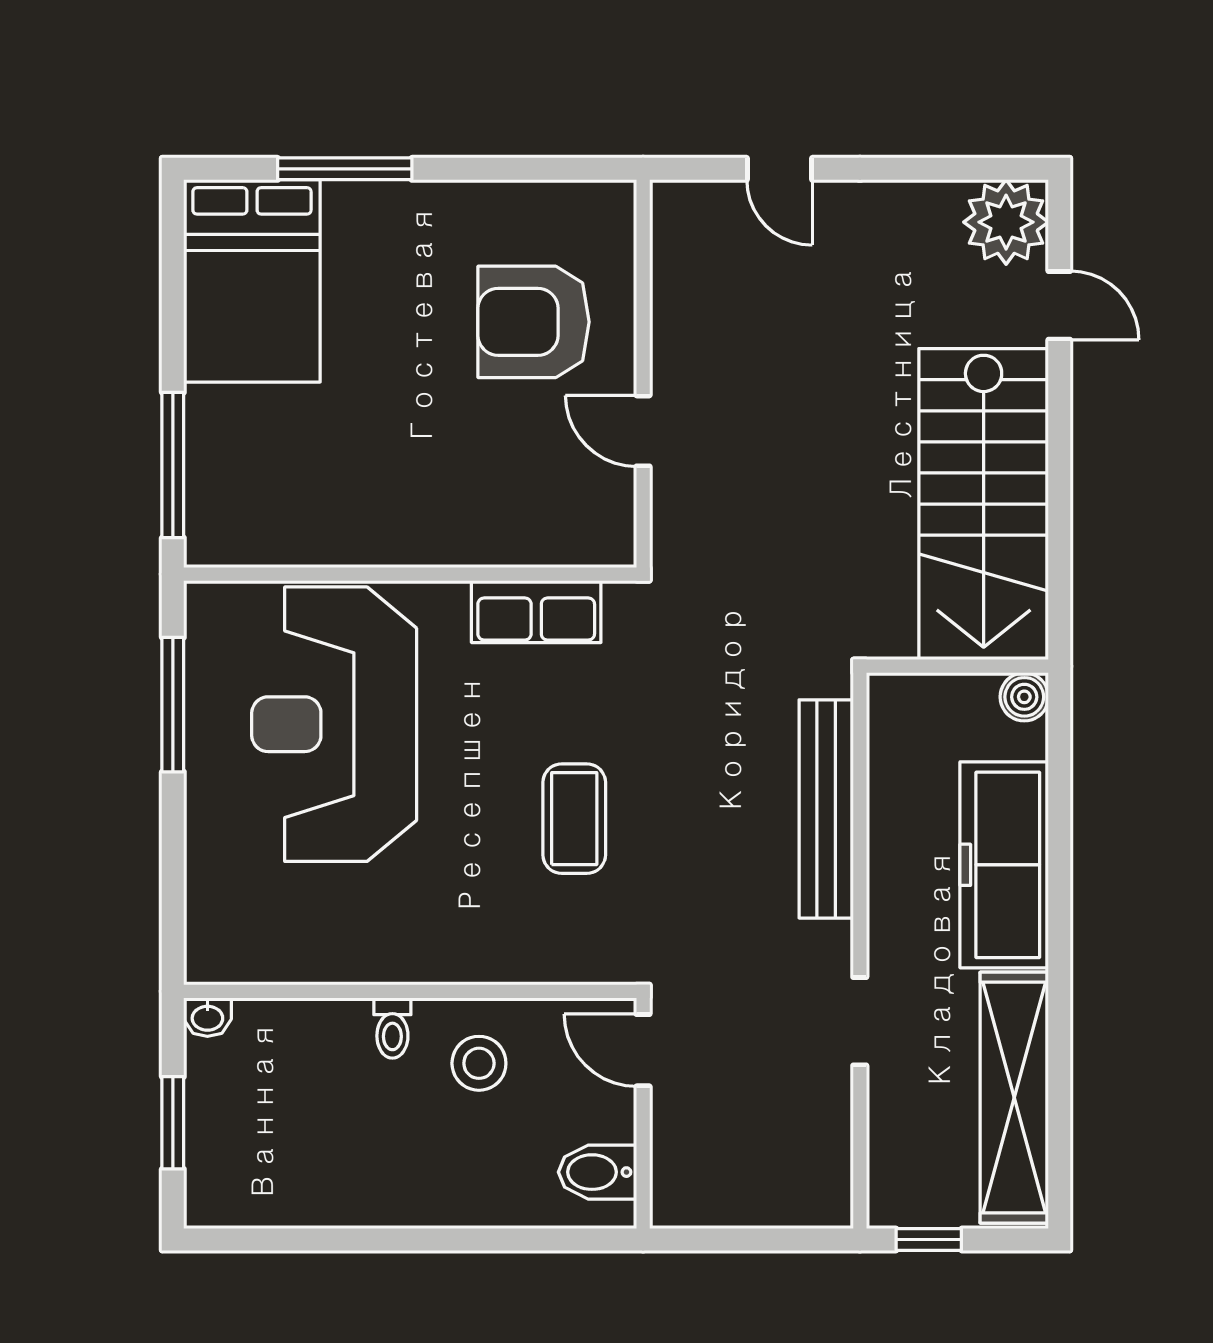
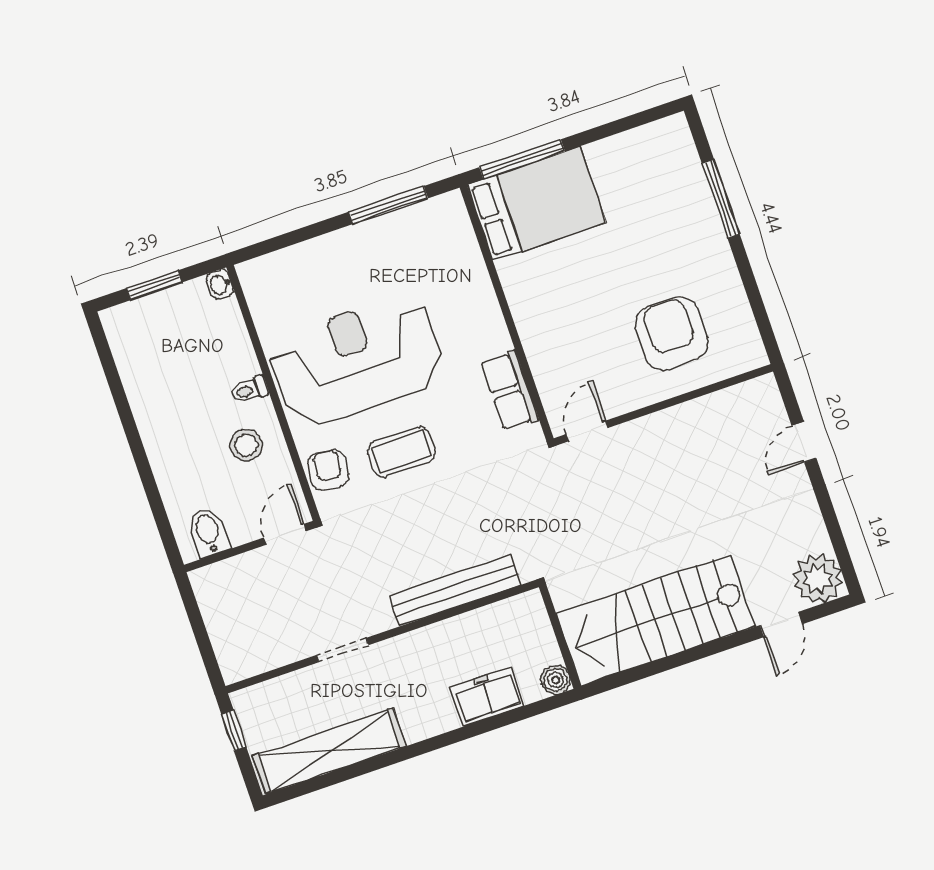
bed: (252, 281) -> (537, 204), moved, turned 180
door: (643, 431) -> (587, 431), moved
reception desk: (334, 724) -> (357, 361), moved
freezer: (1004, 865) -> (487, 697), width x0.52, depth x0.79
armchair: (564, 945) -> (328, 470), added

